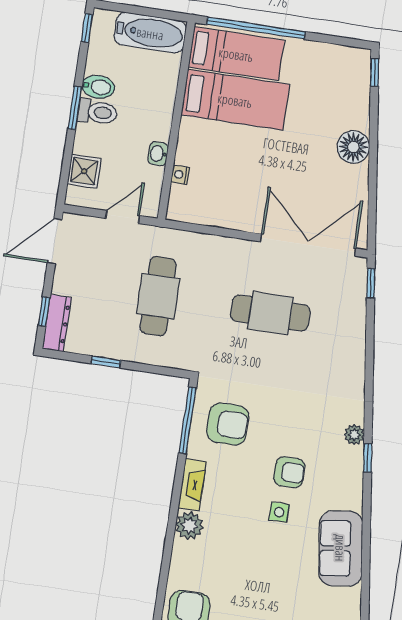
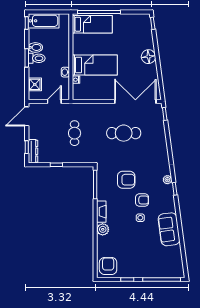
bathtub: (150, 33) -> (44, 21), moved
bed: (235, 100) -> (95, 65), moved
cafe table: (158, 296) -> (75, 133), width x0.73, depth x0.74
armchair: (228, 424) -> (126, 180), moved

